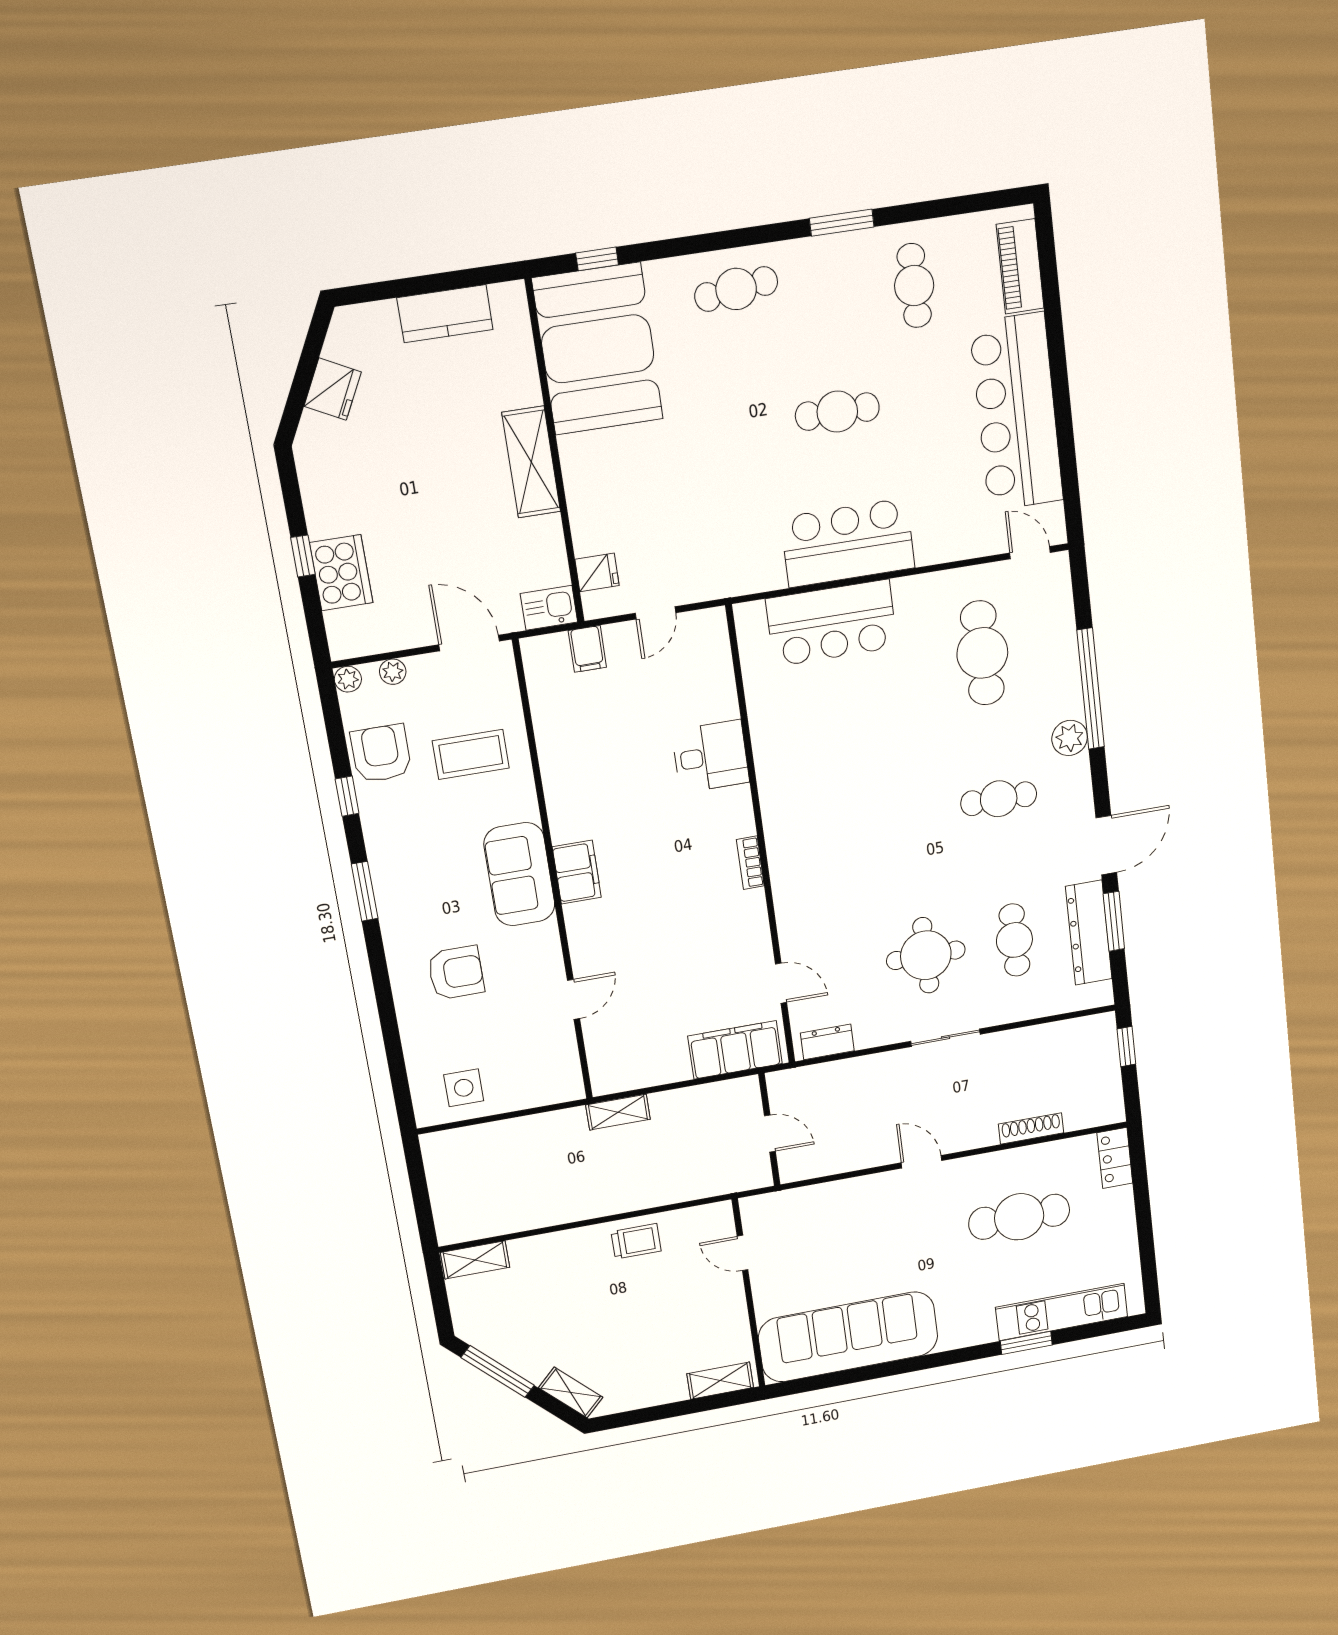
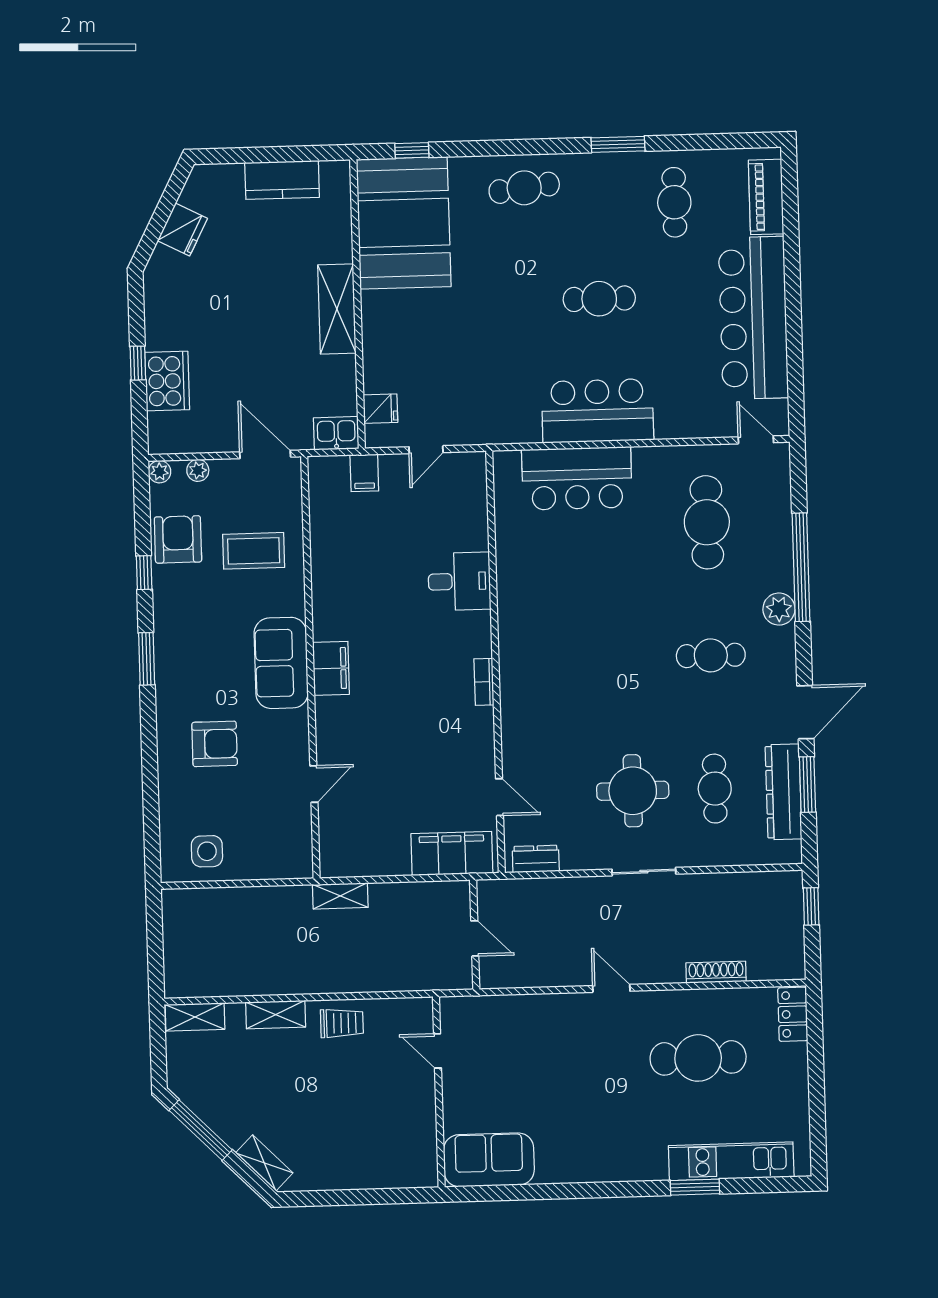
sofa: (848, 1337) -> (489, 1160), width x0.54, depth x0.79
shelving: (720, 1381) -> (276, 1015), moved

